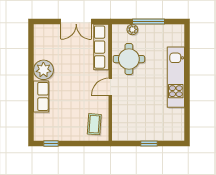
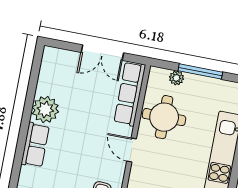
door: (110, 87) -> (132, 150), hinge flipped

